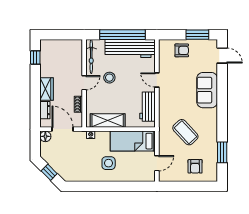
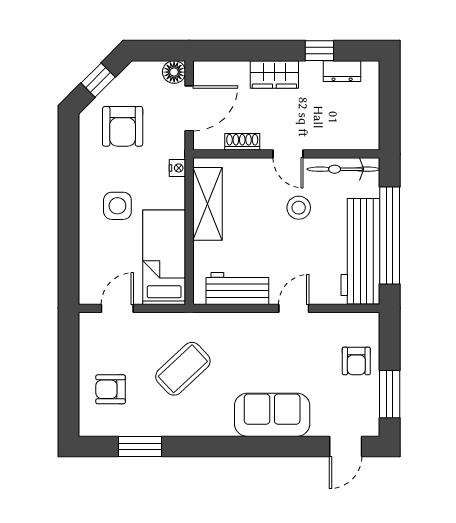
window: (35, 58) -> (319, 51), moved
dresser: (45, 110) -> (342, 71), moved
armchair: (71, 161) -> (123, 126), added
door: (157, 163) -> (117, 308), swing flipped

